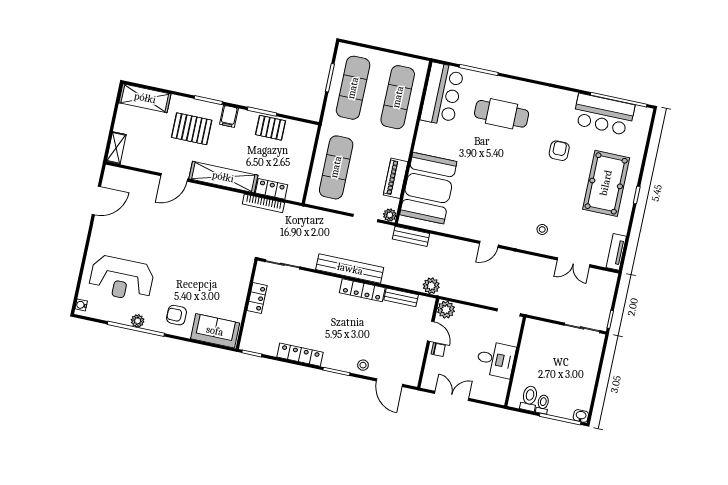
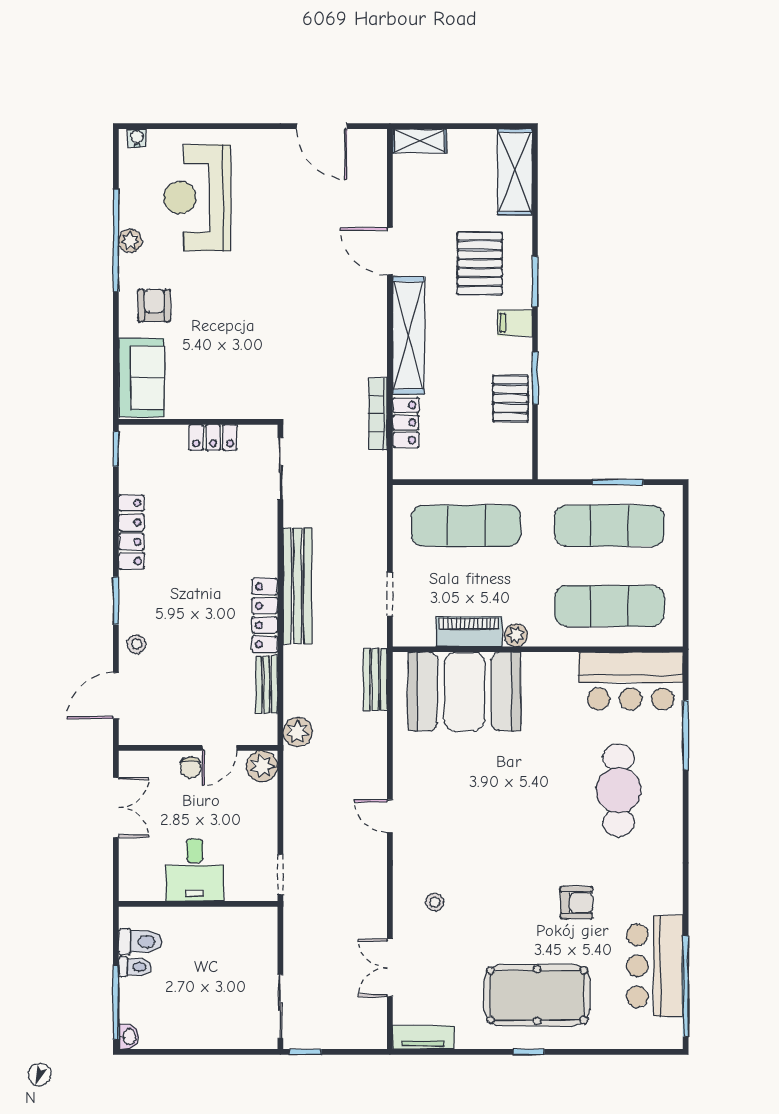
plant: (390, 215) -> (516, 635), moved

